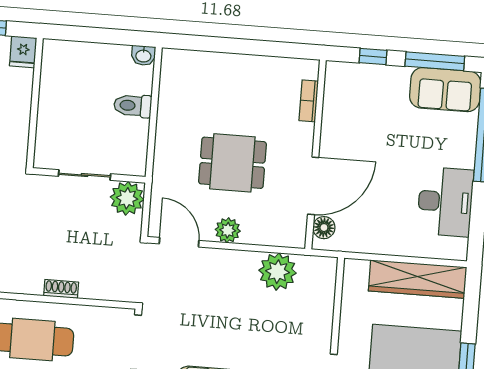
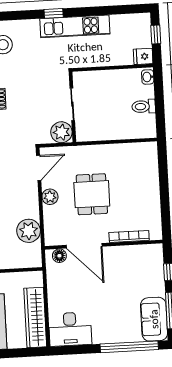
washbasin: (143, 56) -> (148, 77), moved
bookcase: (309, 101) -> (129, 236), width x1.56
toilet: (133, 106) -> (144, 106), moved, turned -90
desk: (445, 202) -> (70, 329), moved

